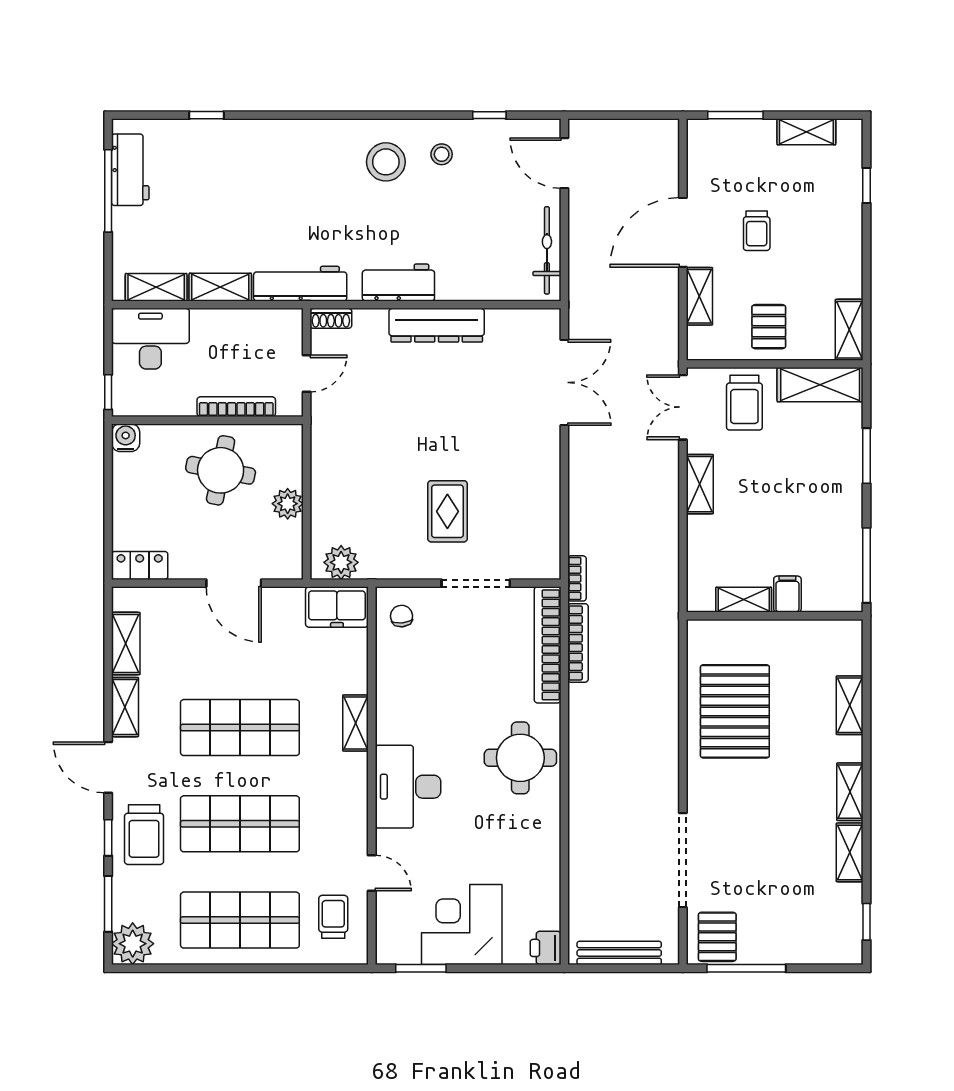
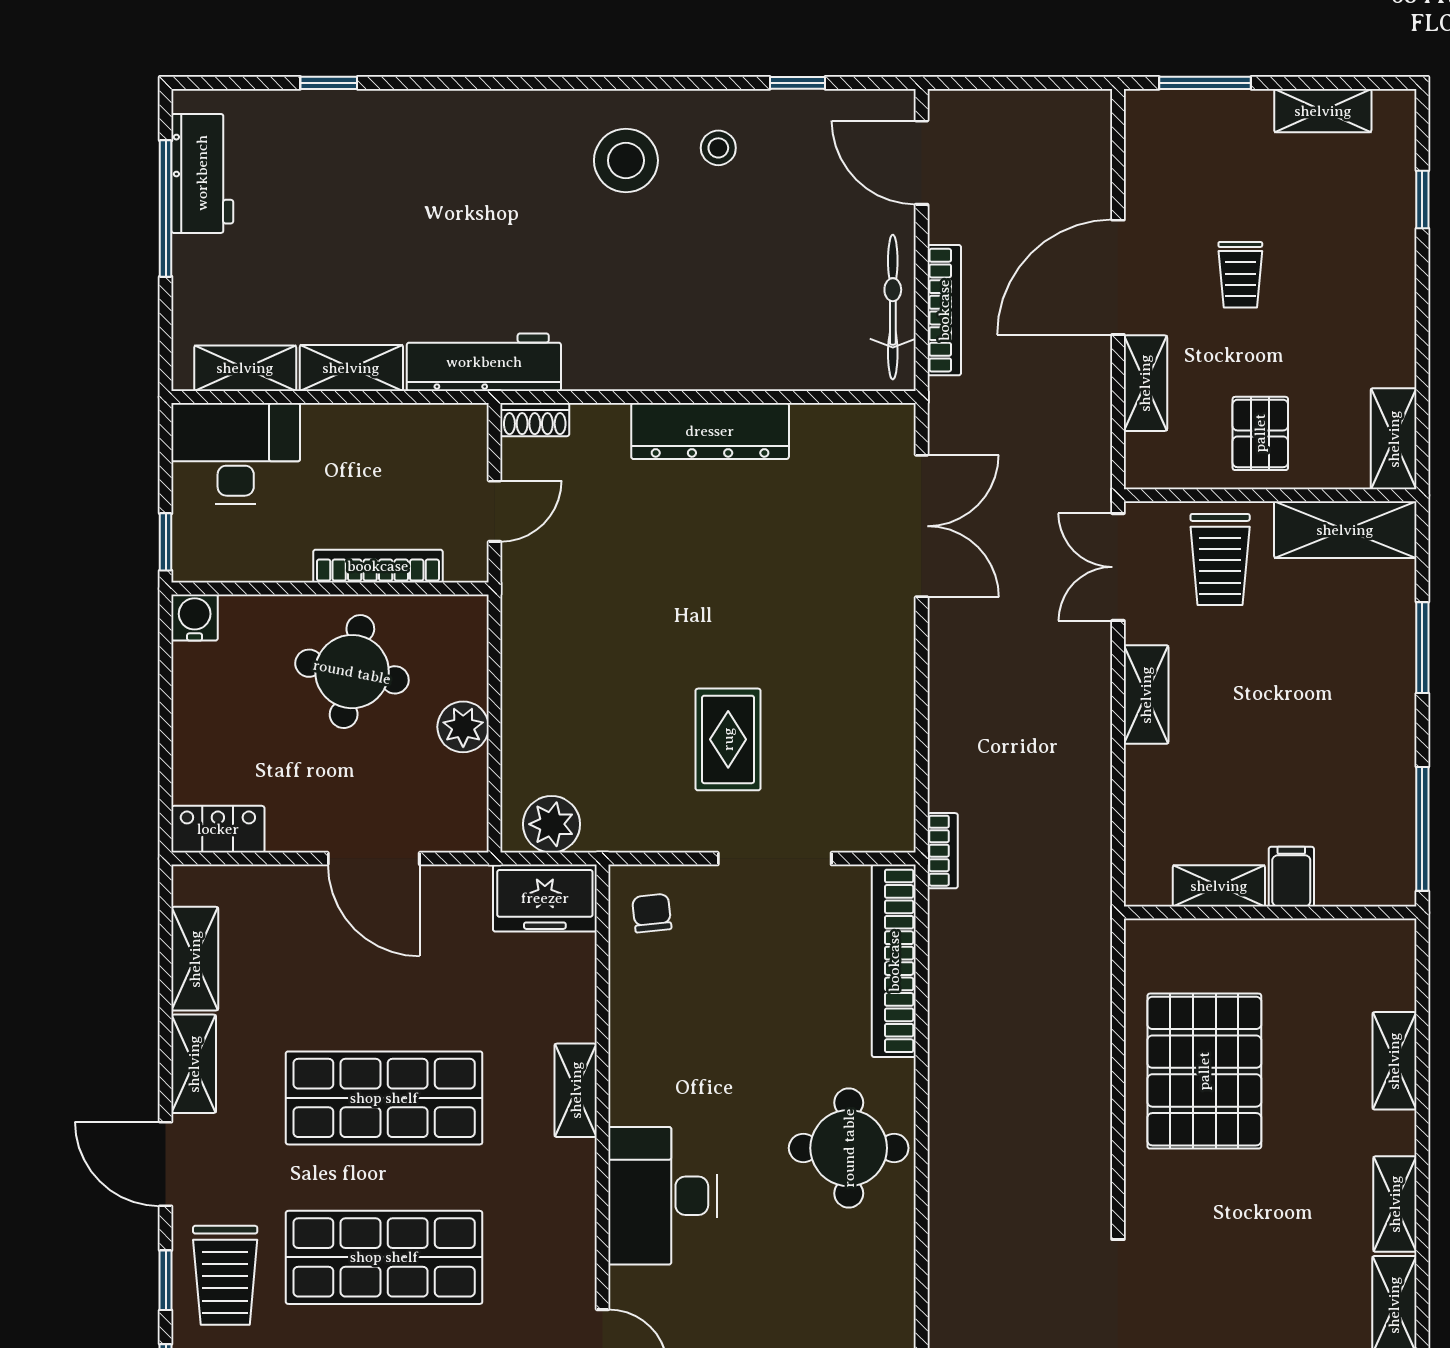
workbench: (398, 283) -> (647, 360), removed
bookcase: (578, 643) -> (944, 310), moved

